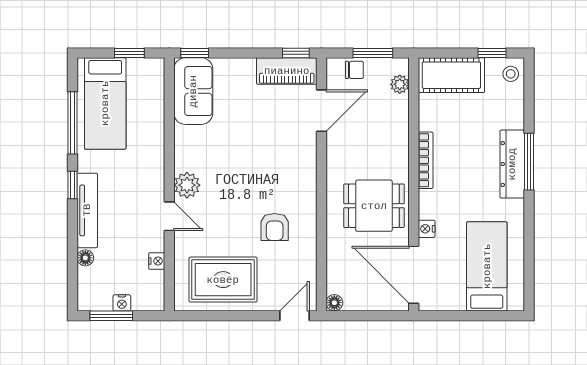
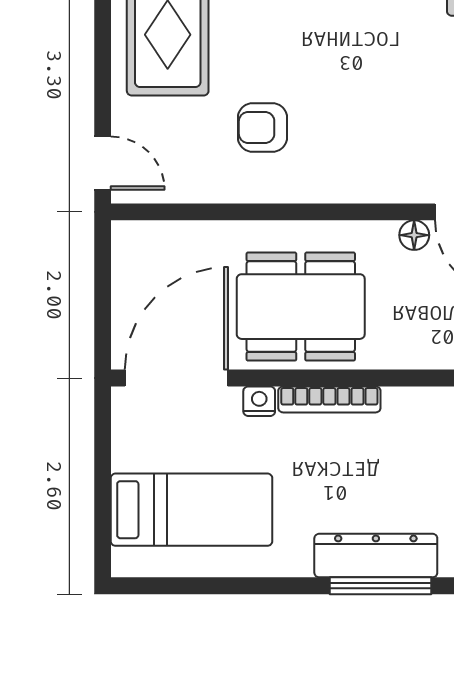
bookcase: (426, 160) -> (329, 399), moved
dining table: (374, 206) -> (301, 307), width x1.38
floor lamp: (334, 303) -> (414, 235), moved

